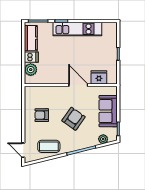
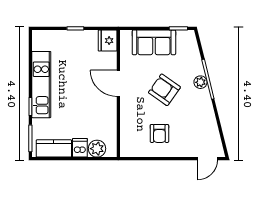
fridge: (99, 77) -> (108, 41), moved
door: (78, 85) -> (118, 83), hinge flipped
plant: (103, 139) -> (200, 82), moved
coffee table: (49, 146) -> (202, 124), removed

